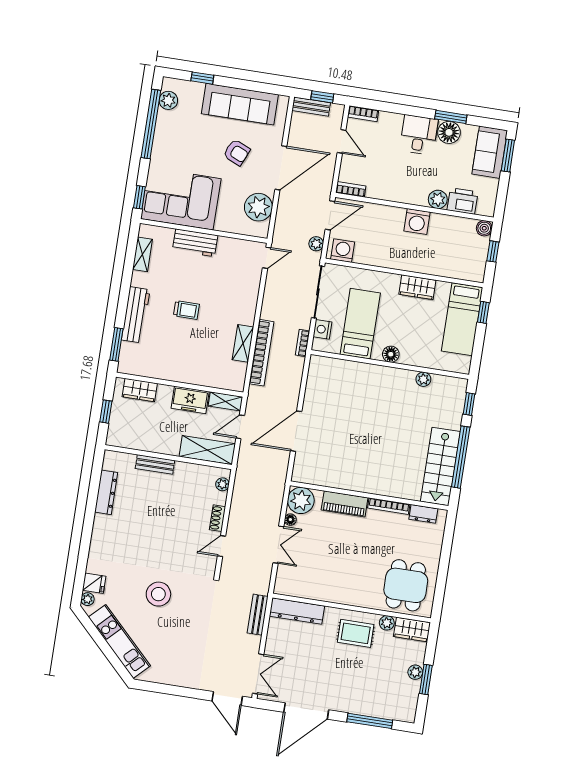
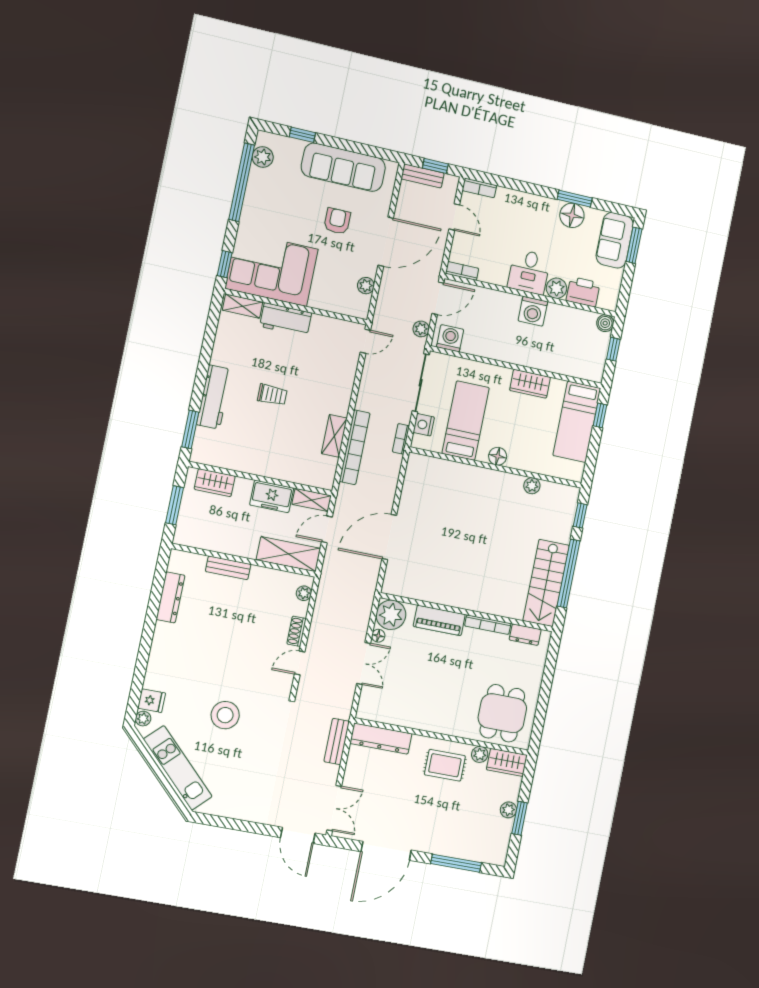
desk: (419, 135) -> (529, 272), moved, turned 180
armchair: (237, 152) -> (337, 221), turned -113
plant: (258, 207) -> (366, 286), width x0.53, depth x0.53
shelving: (142, 254) -> (243, 306), moved, turned 90
window: (106, 412) -> (175, 505), width x1.50

